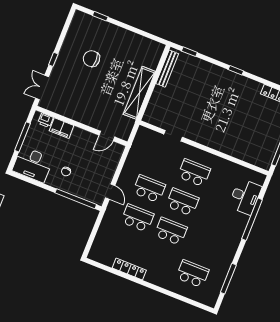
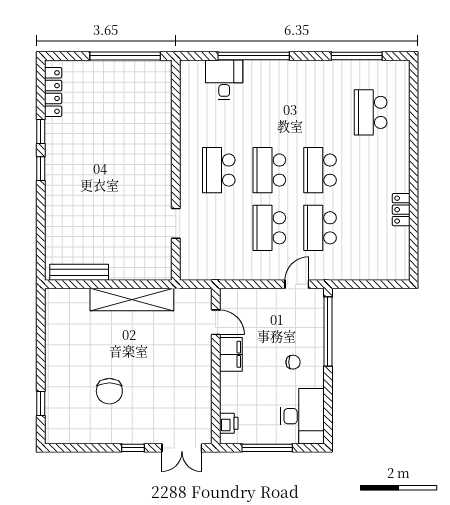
window: (189, 52) -> (41, 132), moved
filing cabinet: (62, 128) -> (231, 354), moved
desk: (245, 197) -> (224, 80), width x0.73
locker: (129, 269) -> (401, 210), width x0.66

